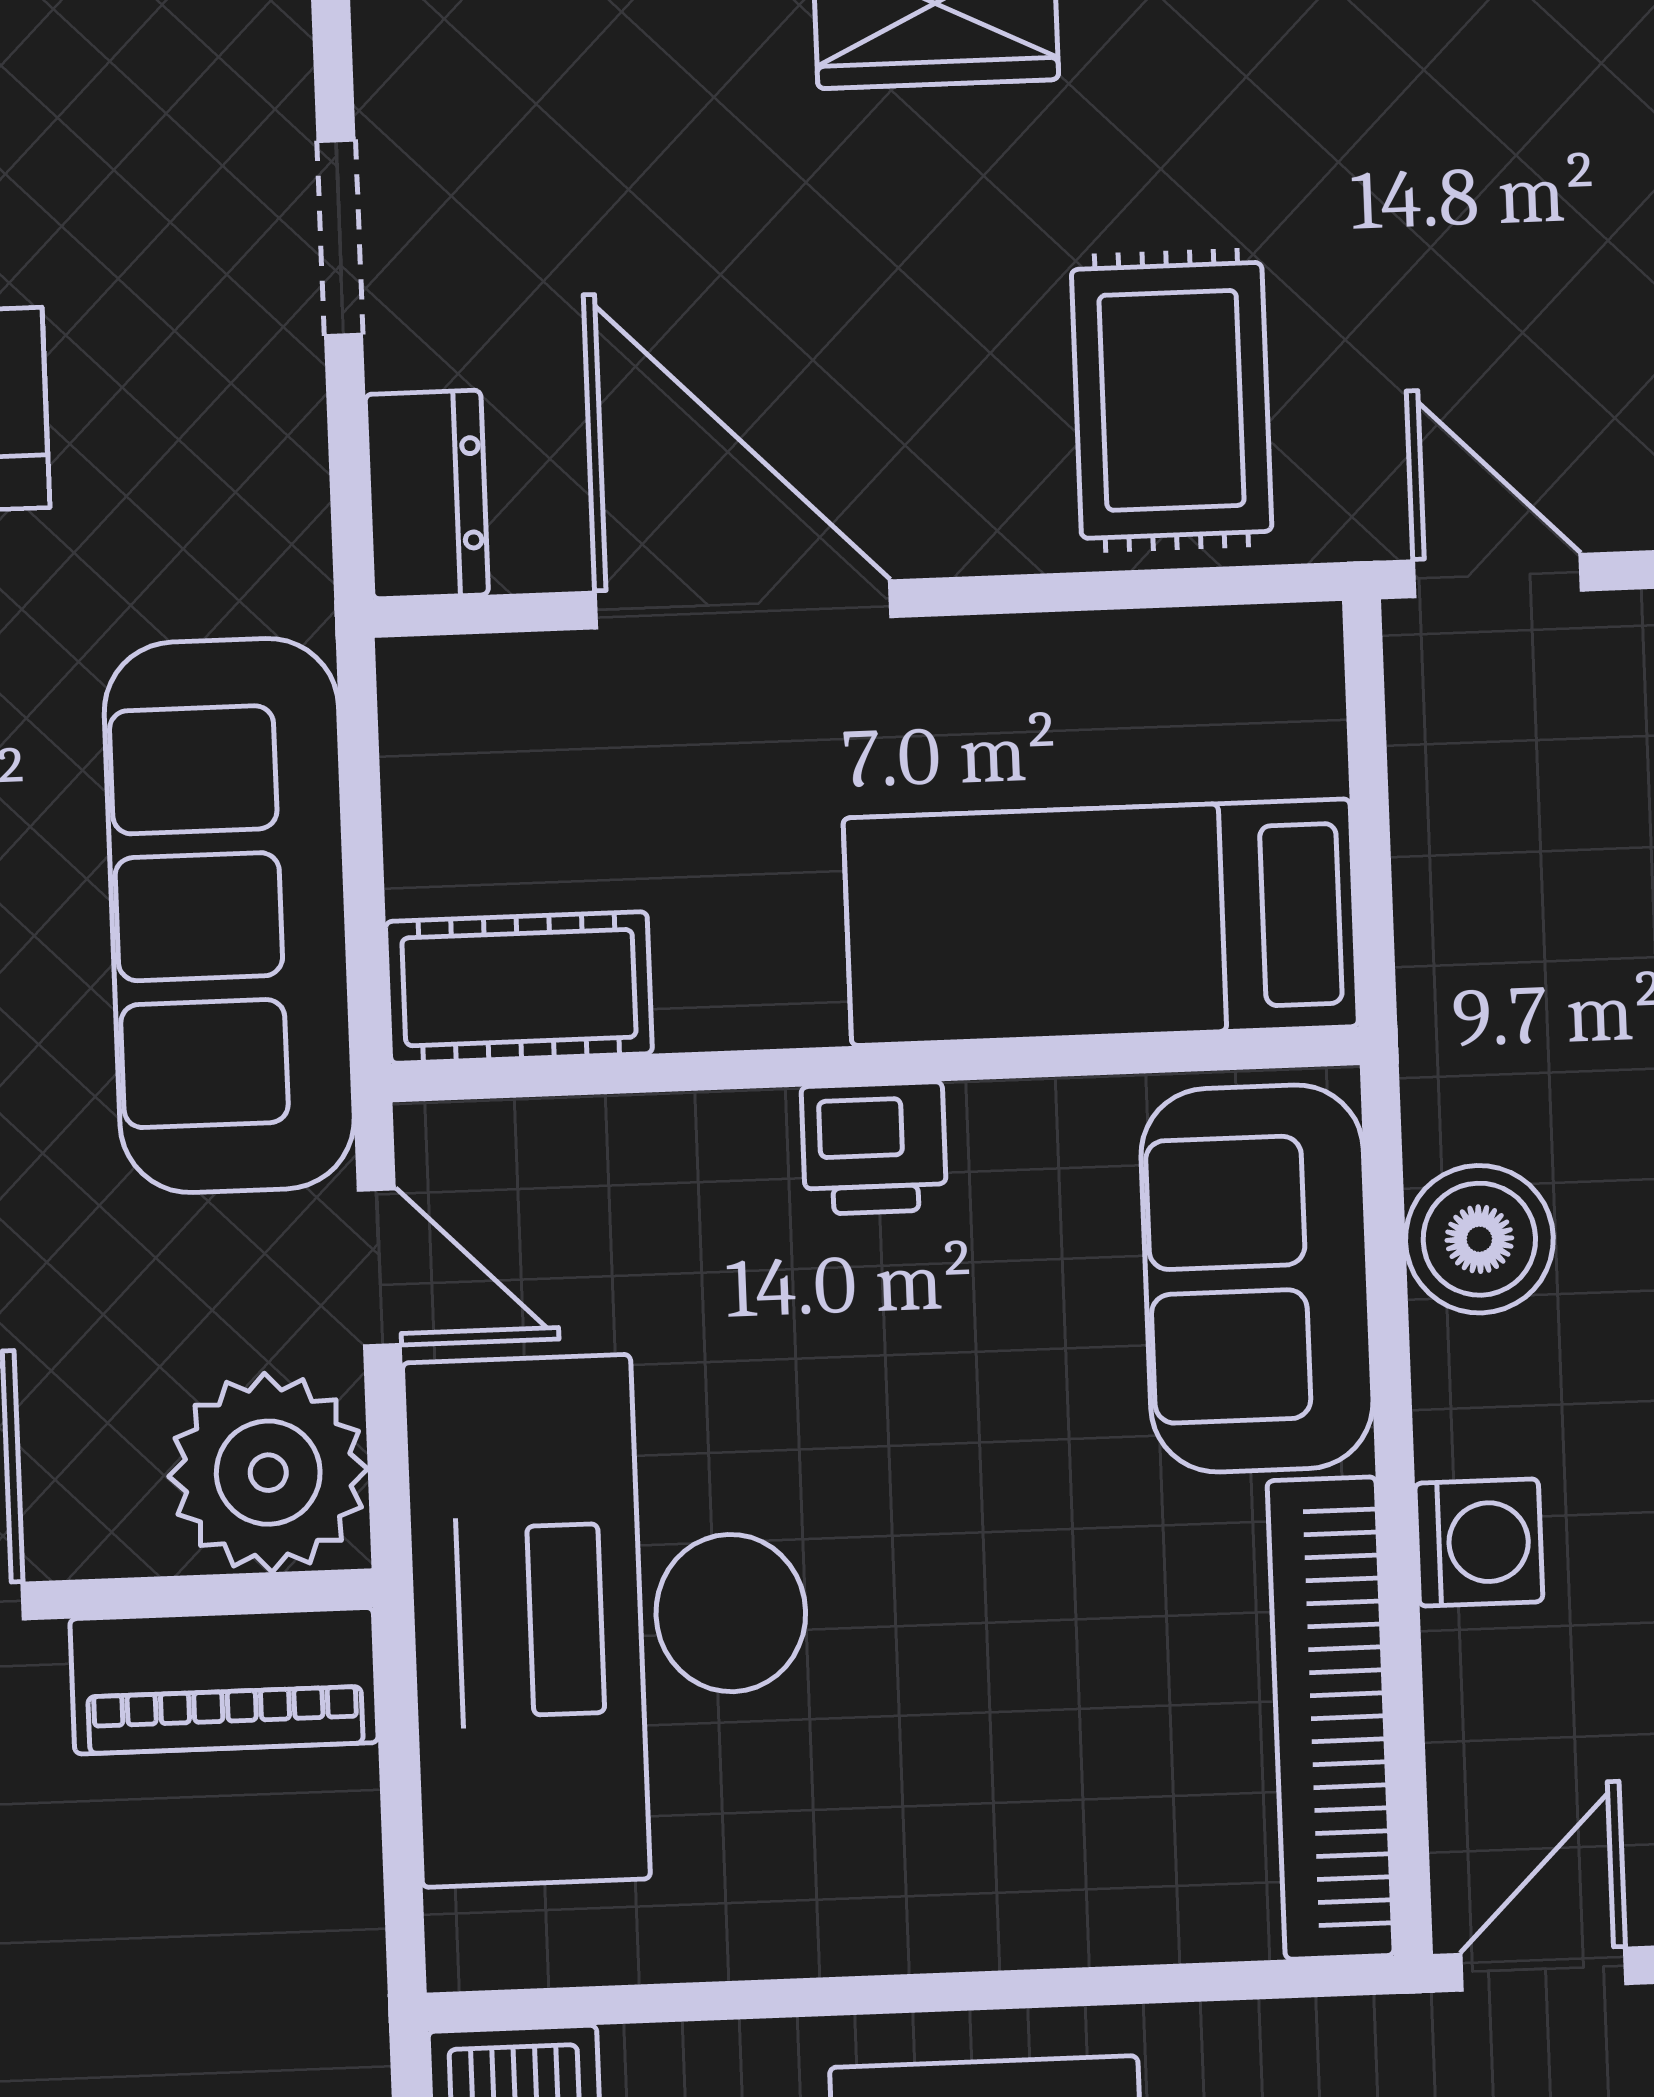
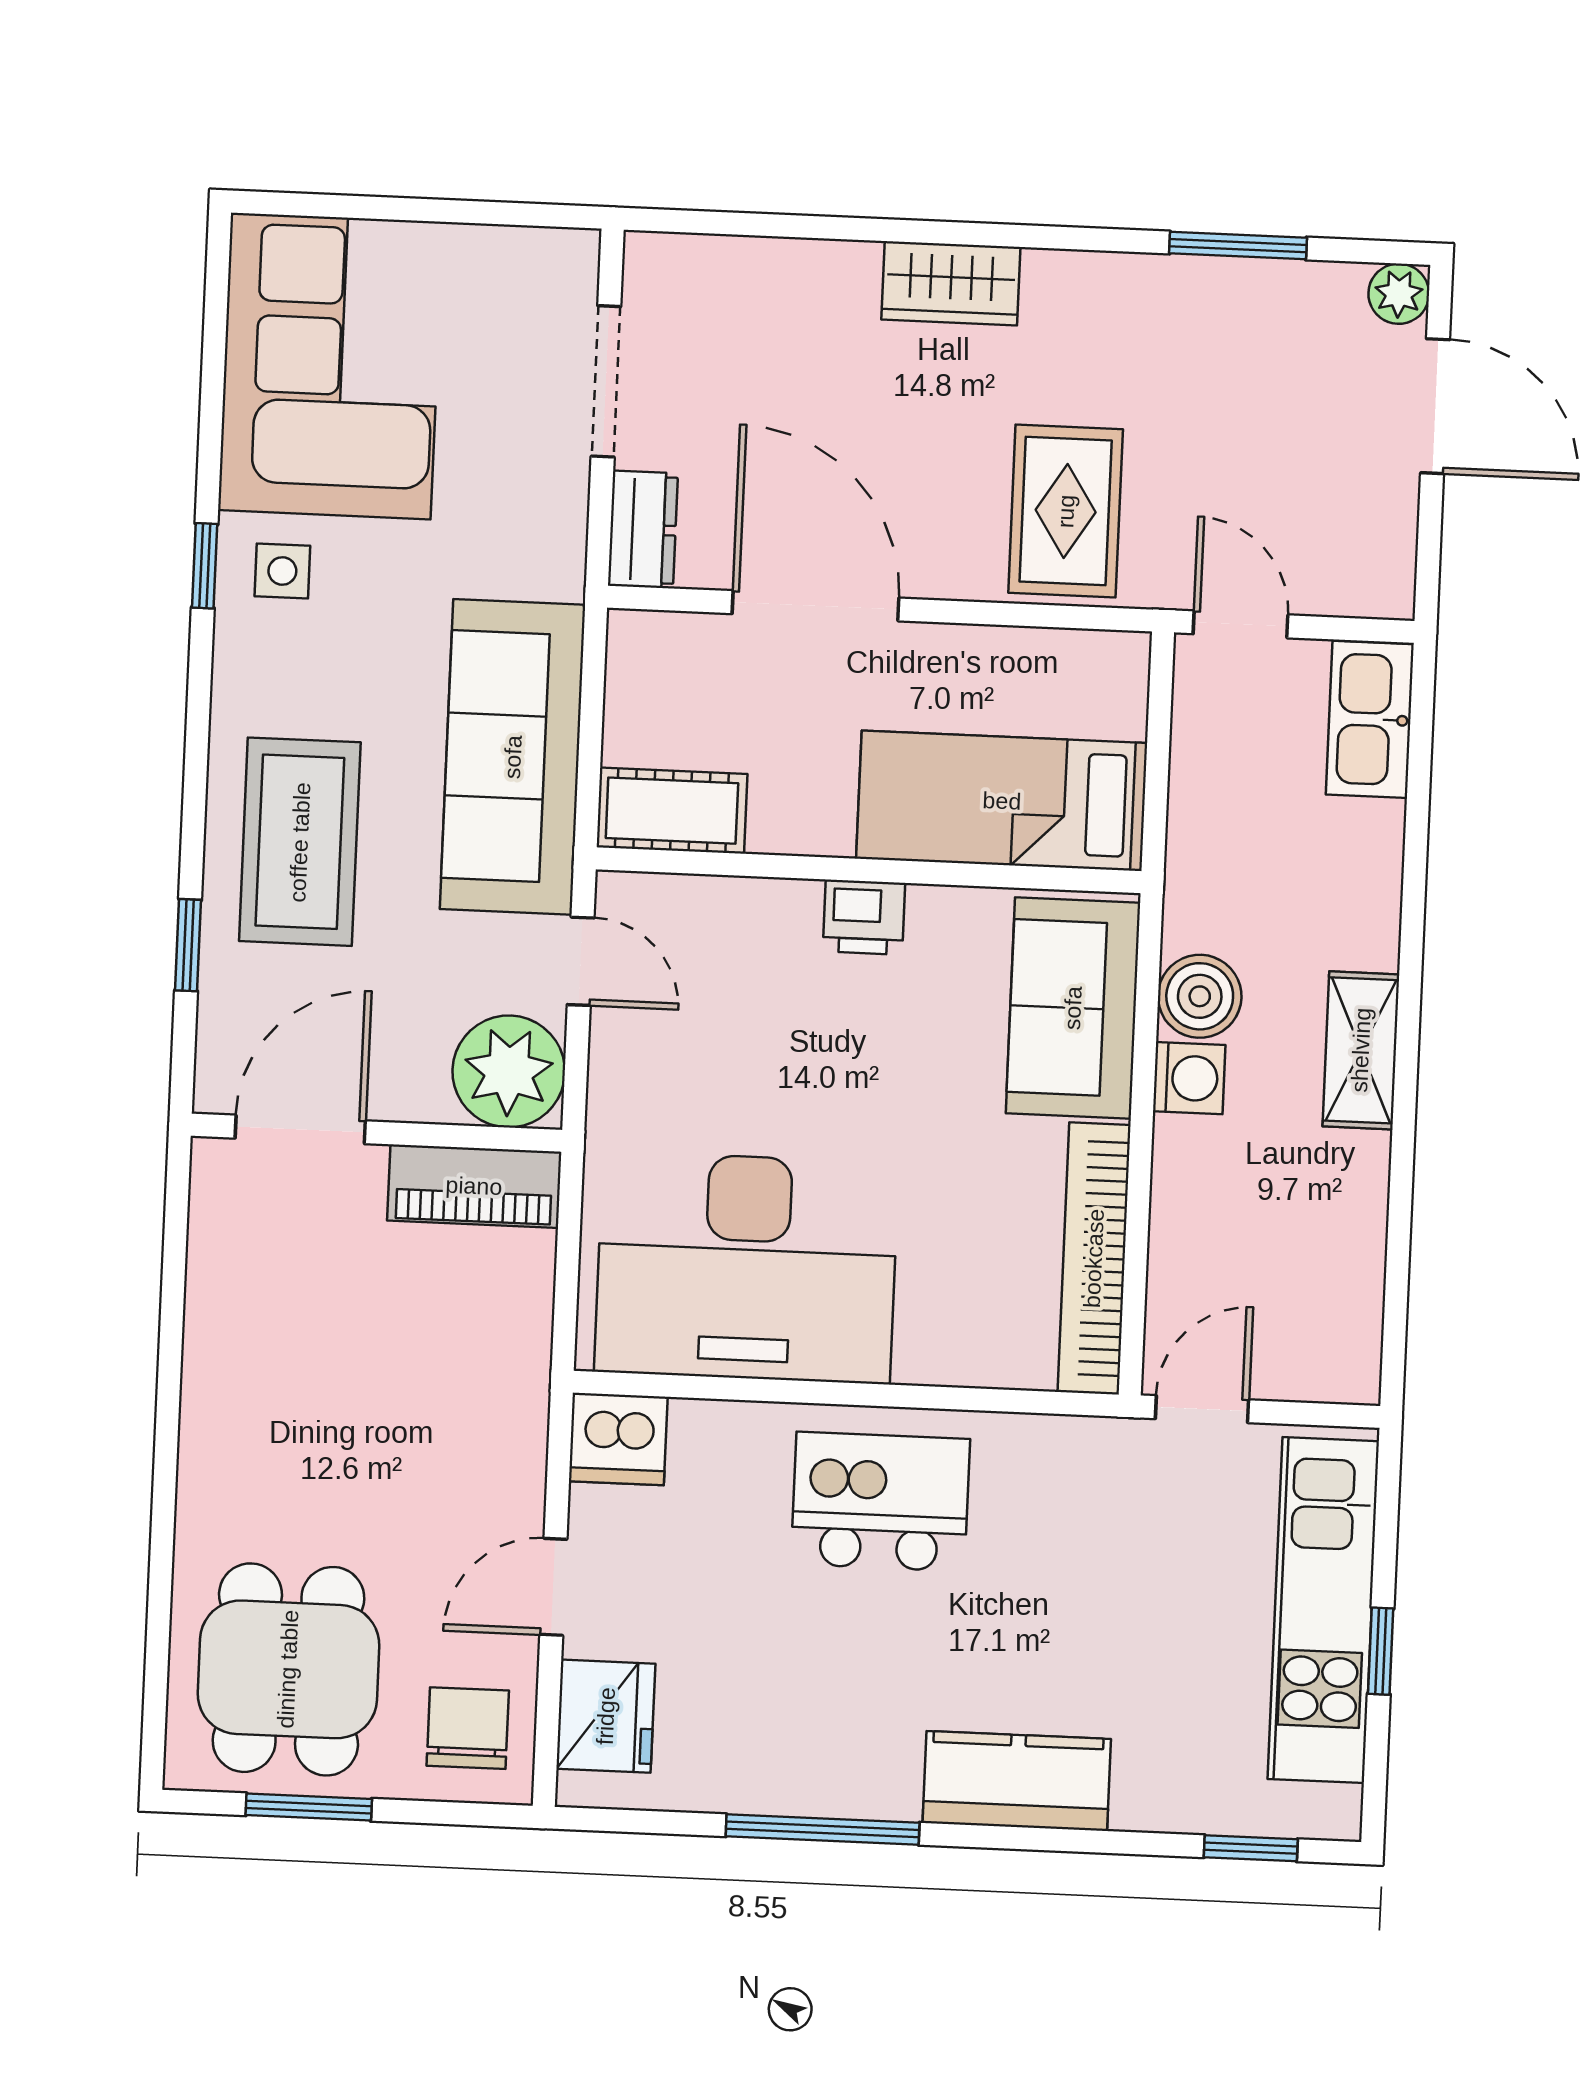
doorway: (340, 238) -> (606, 381), width x1.38
washing machine: (1479, 1543) -> (1189, 1078), moved
desk: (609, 1618) -> (747, 1267), moved, turned -90

